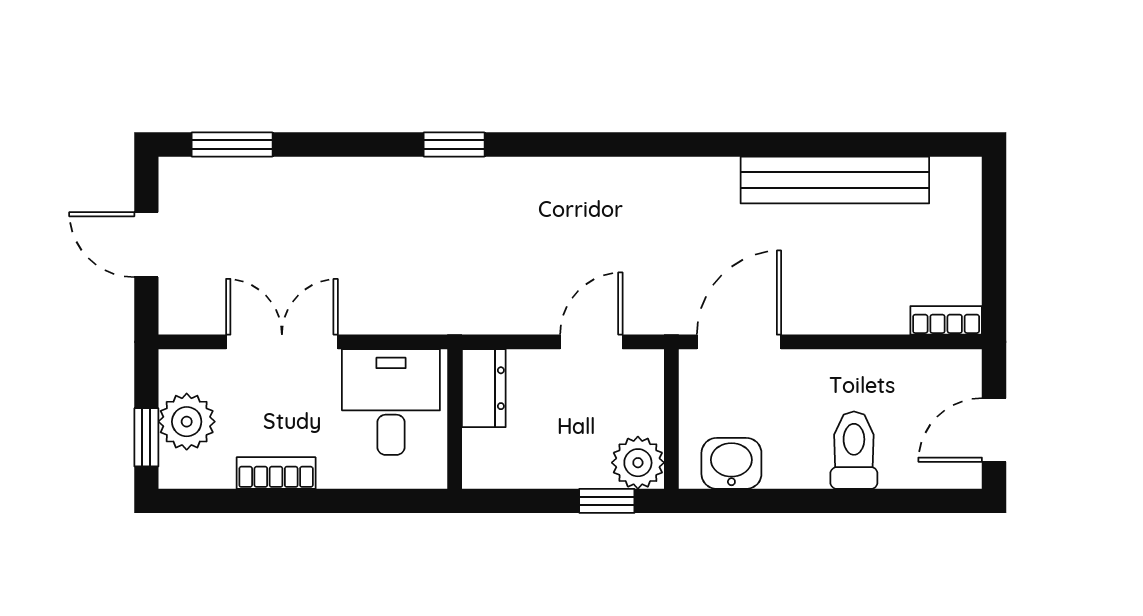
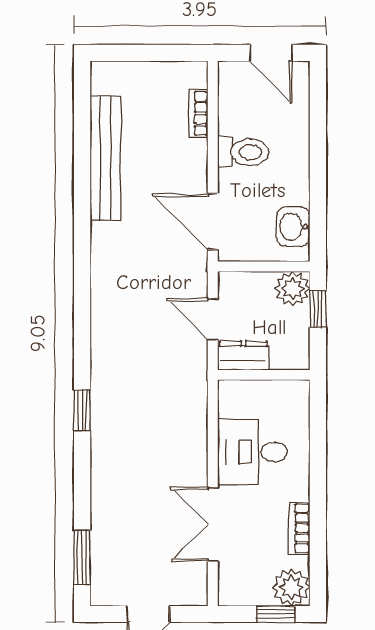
bookcase: (946, 320) -> (198, 113), moved
dresser: (484, 388) -> (243, 356), moved
wall: (455, 419) -> (264, 375), moved
plant: (187, 422) -> (291, 587), moved
toilet: (854, 450) -> (243, 152), moved, turned 180

